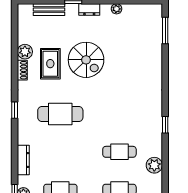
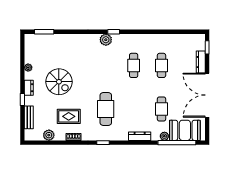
plant: (25, 52) -> (49, 135), moved
spiral stairs: (86, 60) -> (59, 82), moved, turned 90
plant: (154, 165) -> (106, 40), moved

